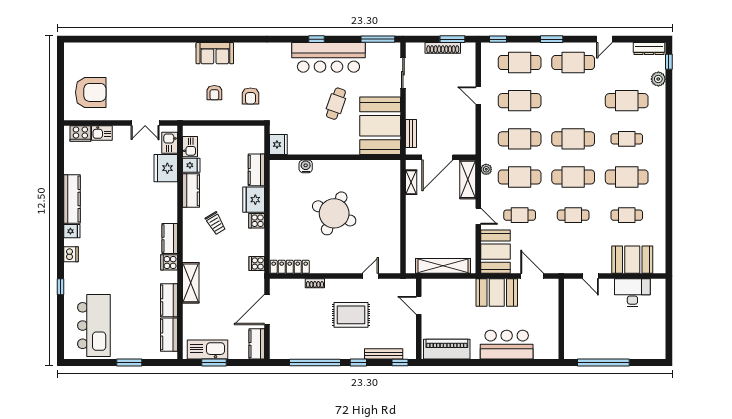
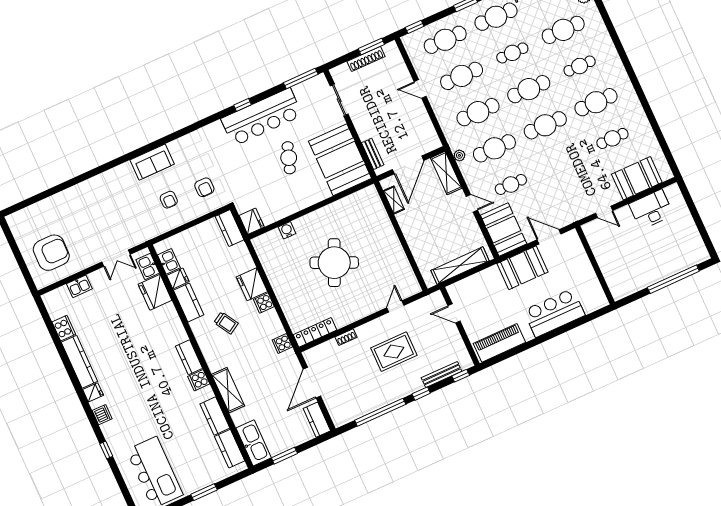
cooker: (80, 133) -> (64, 328), moved, turned -90
kitchen counter: (256, 170) -> (230, 228), moved
cafe table: (573, 215) -> (512, 53), moved
kitchen sink: (207, 350) -> (254, 443), moved, turned 90
window: (603, 362) -> (673, 279), moved

